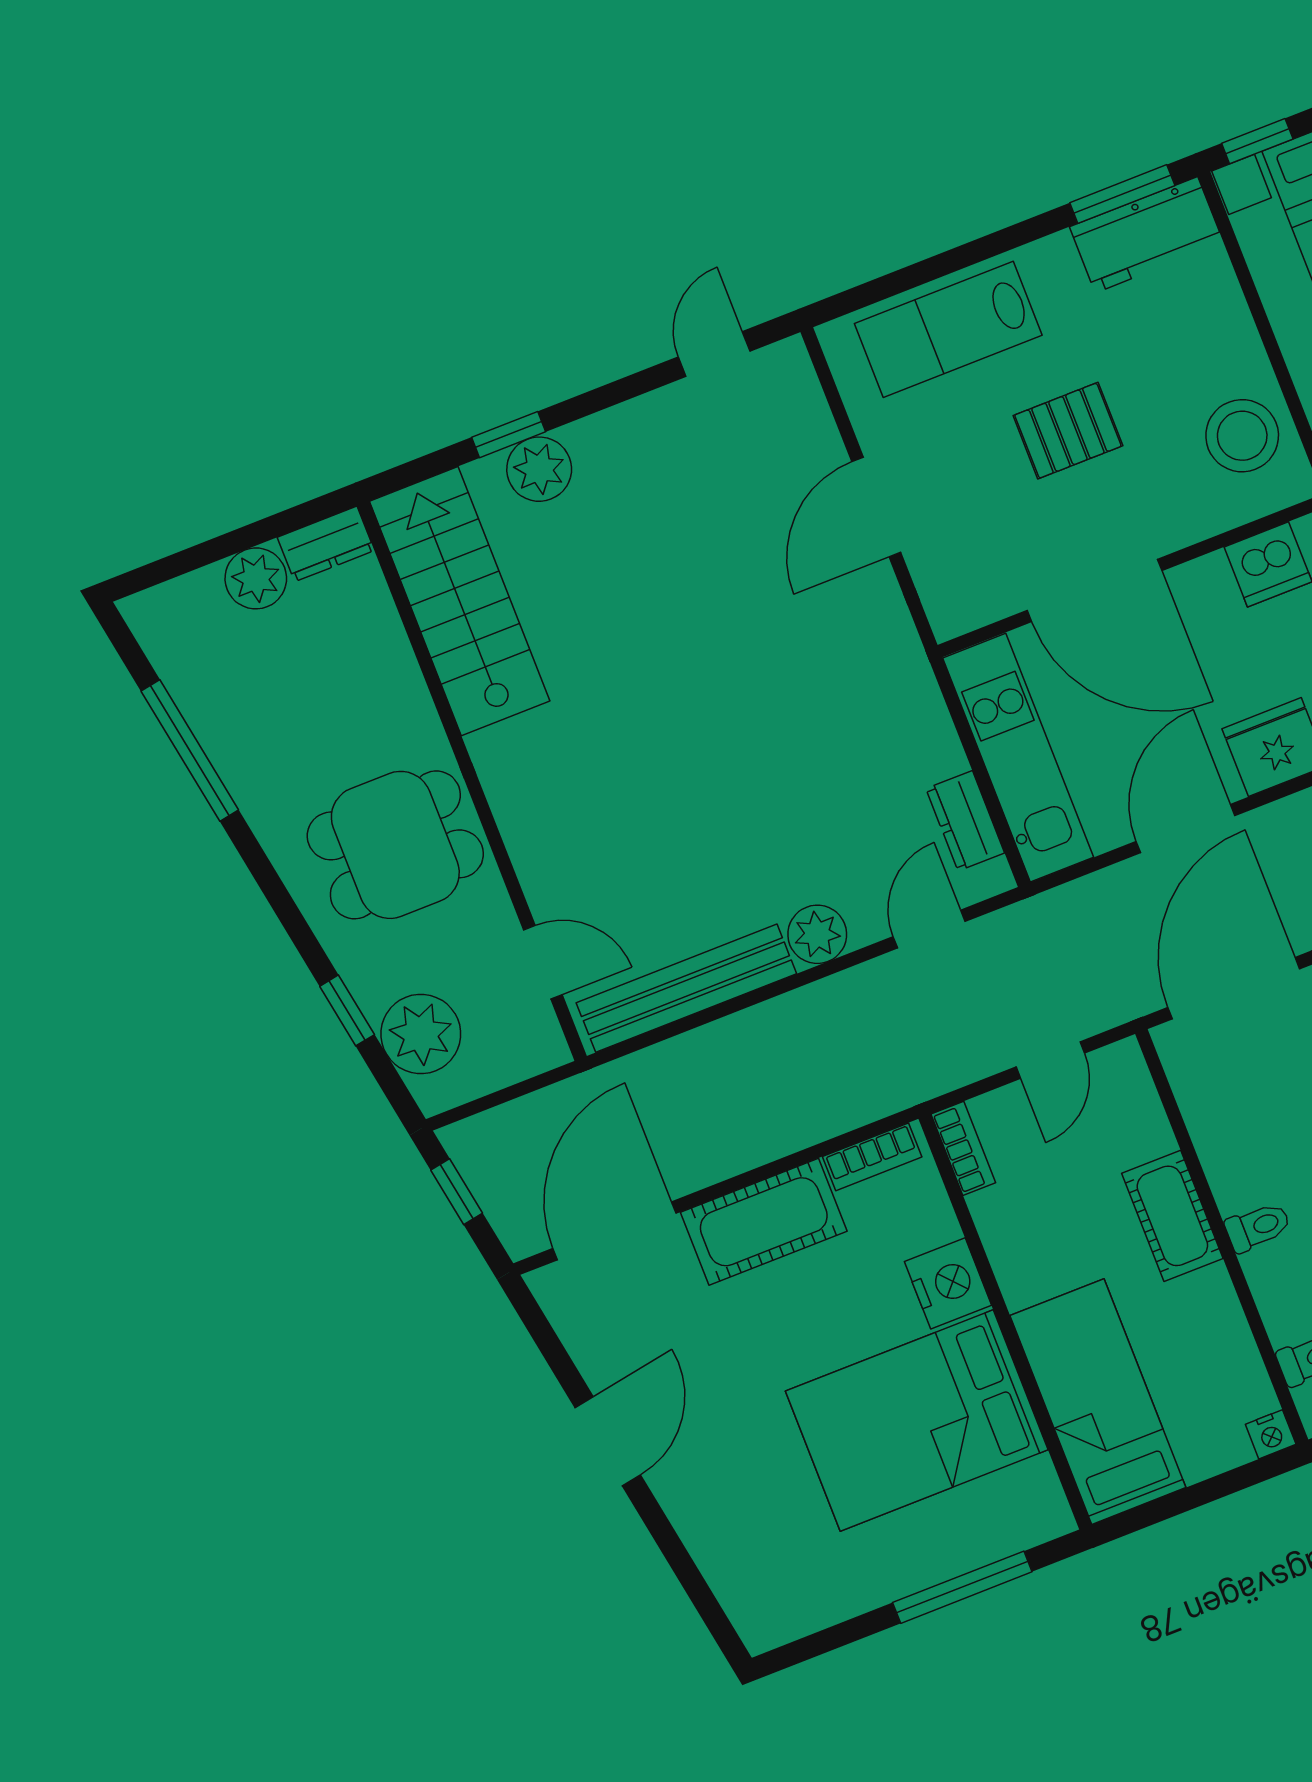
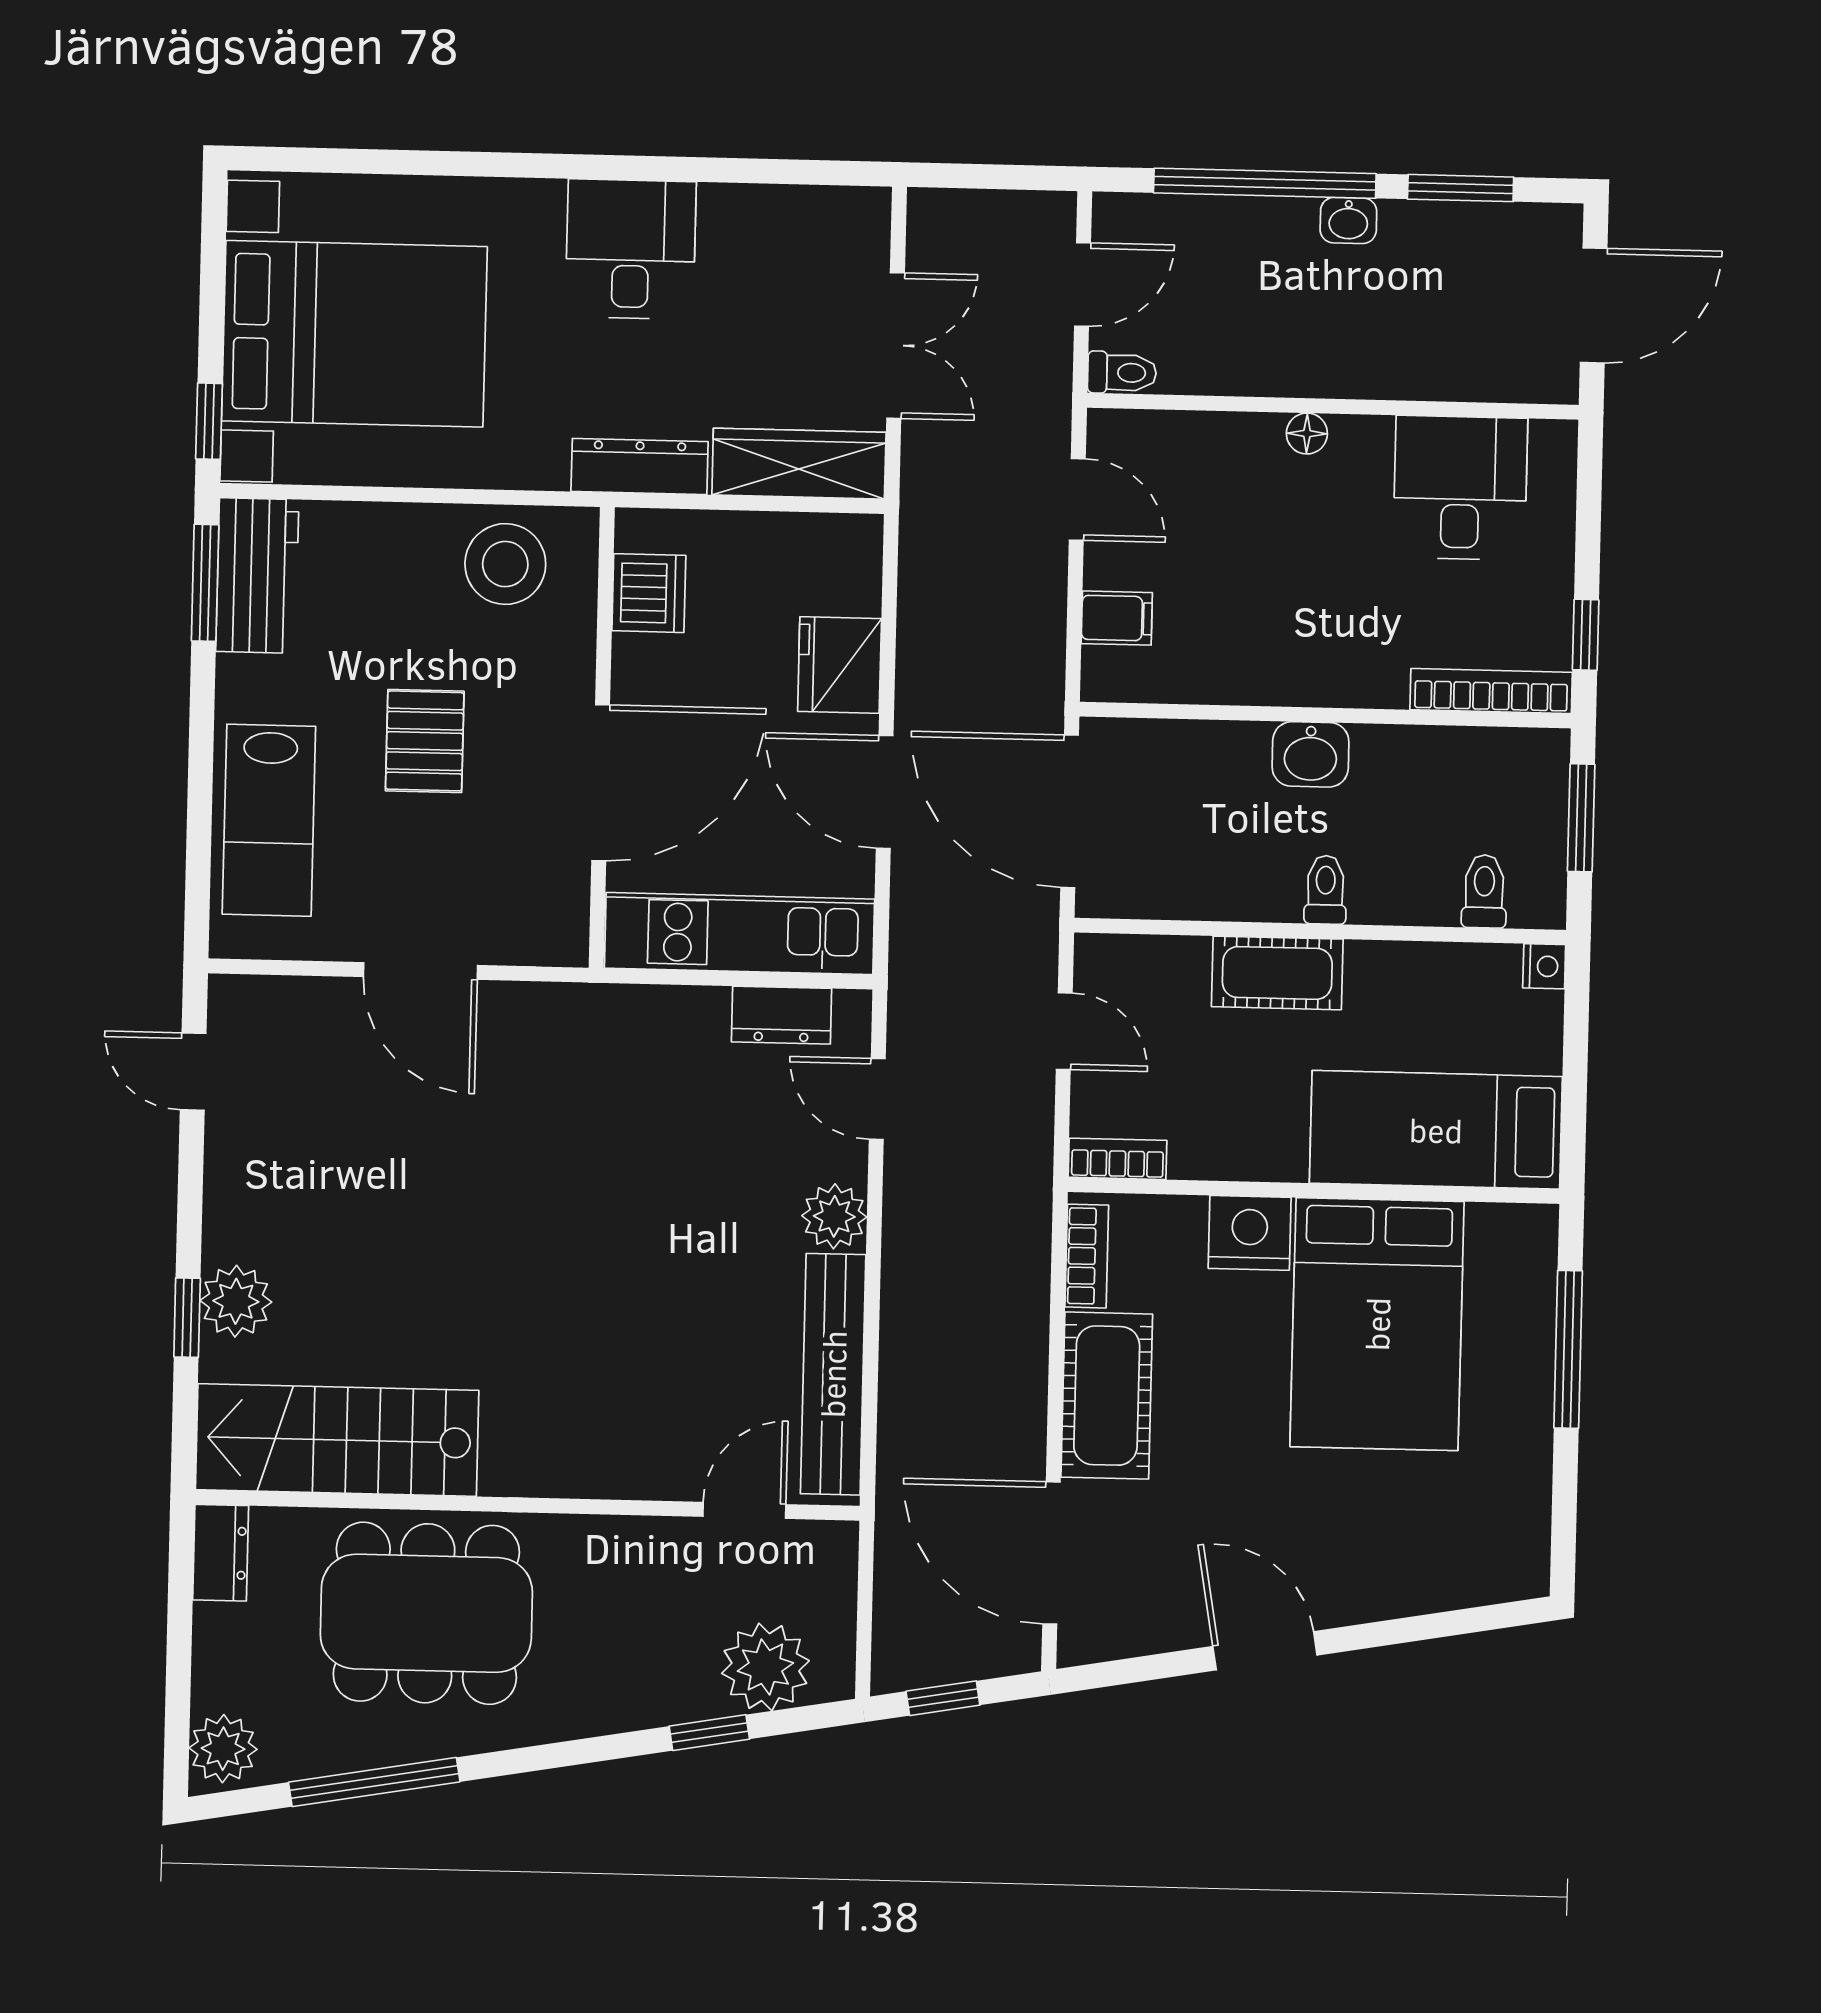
plant: (256, 578) -> (223, 1749), moved
dining table: (395, 845) -> (426, 1613), moved, width x1.38

